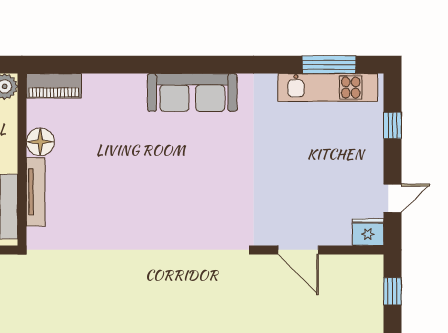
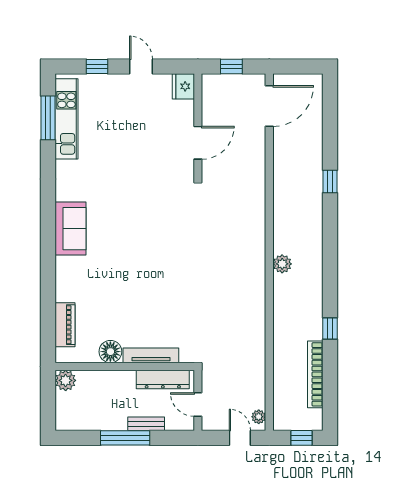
piano: (54, 86) -> (65, 325), moved
sofa: (192, 92) -> (70, 229), width x0.73
door: (392, 198) -> (141, 67), moved

